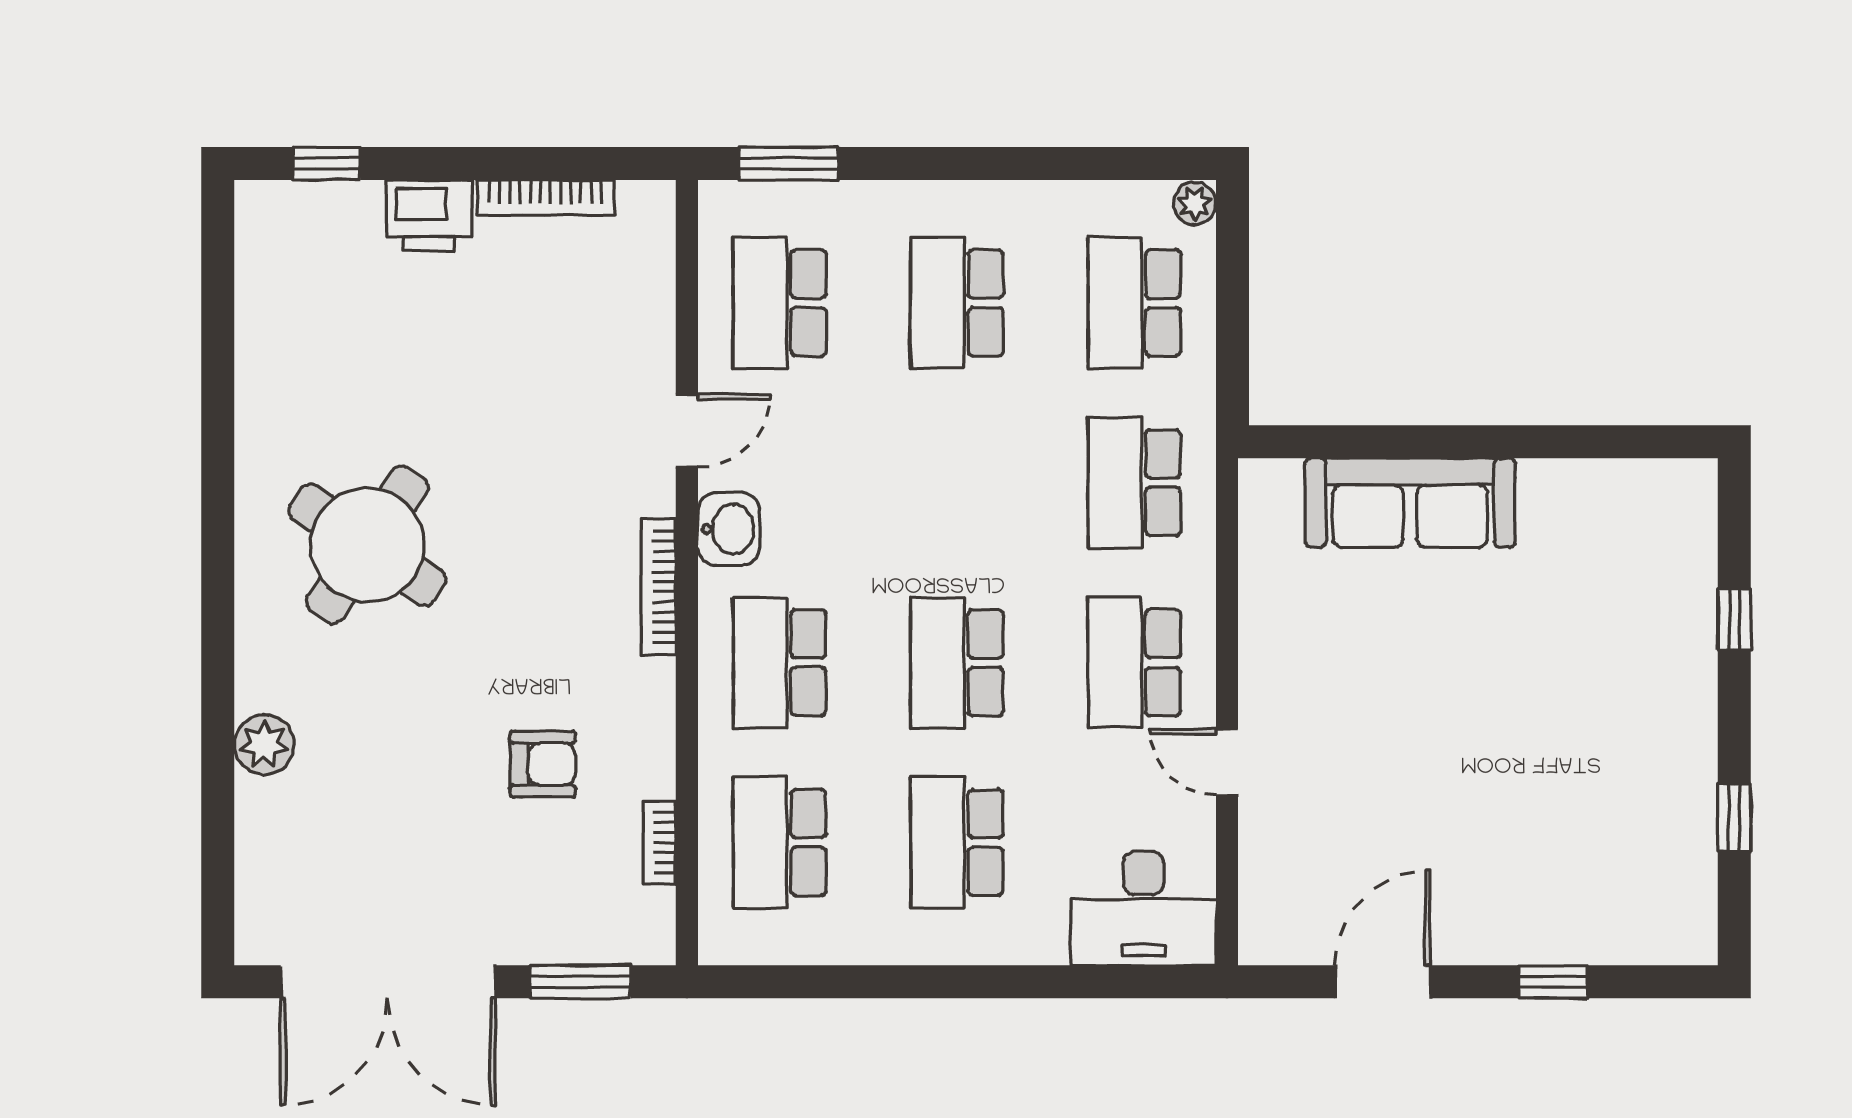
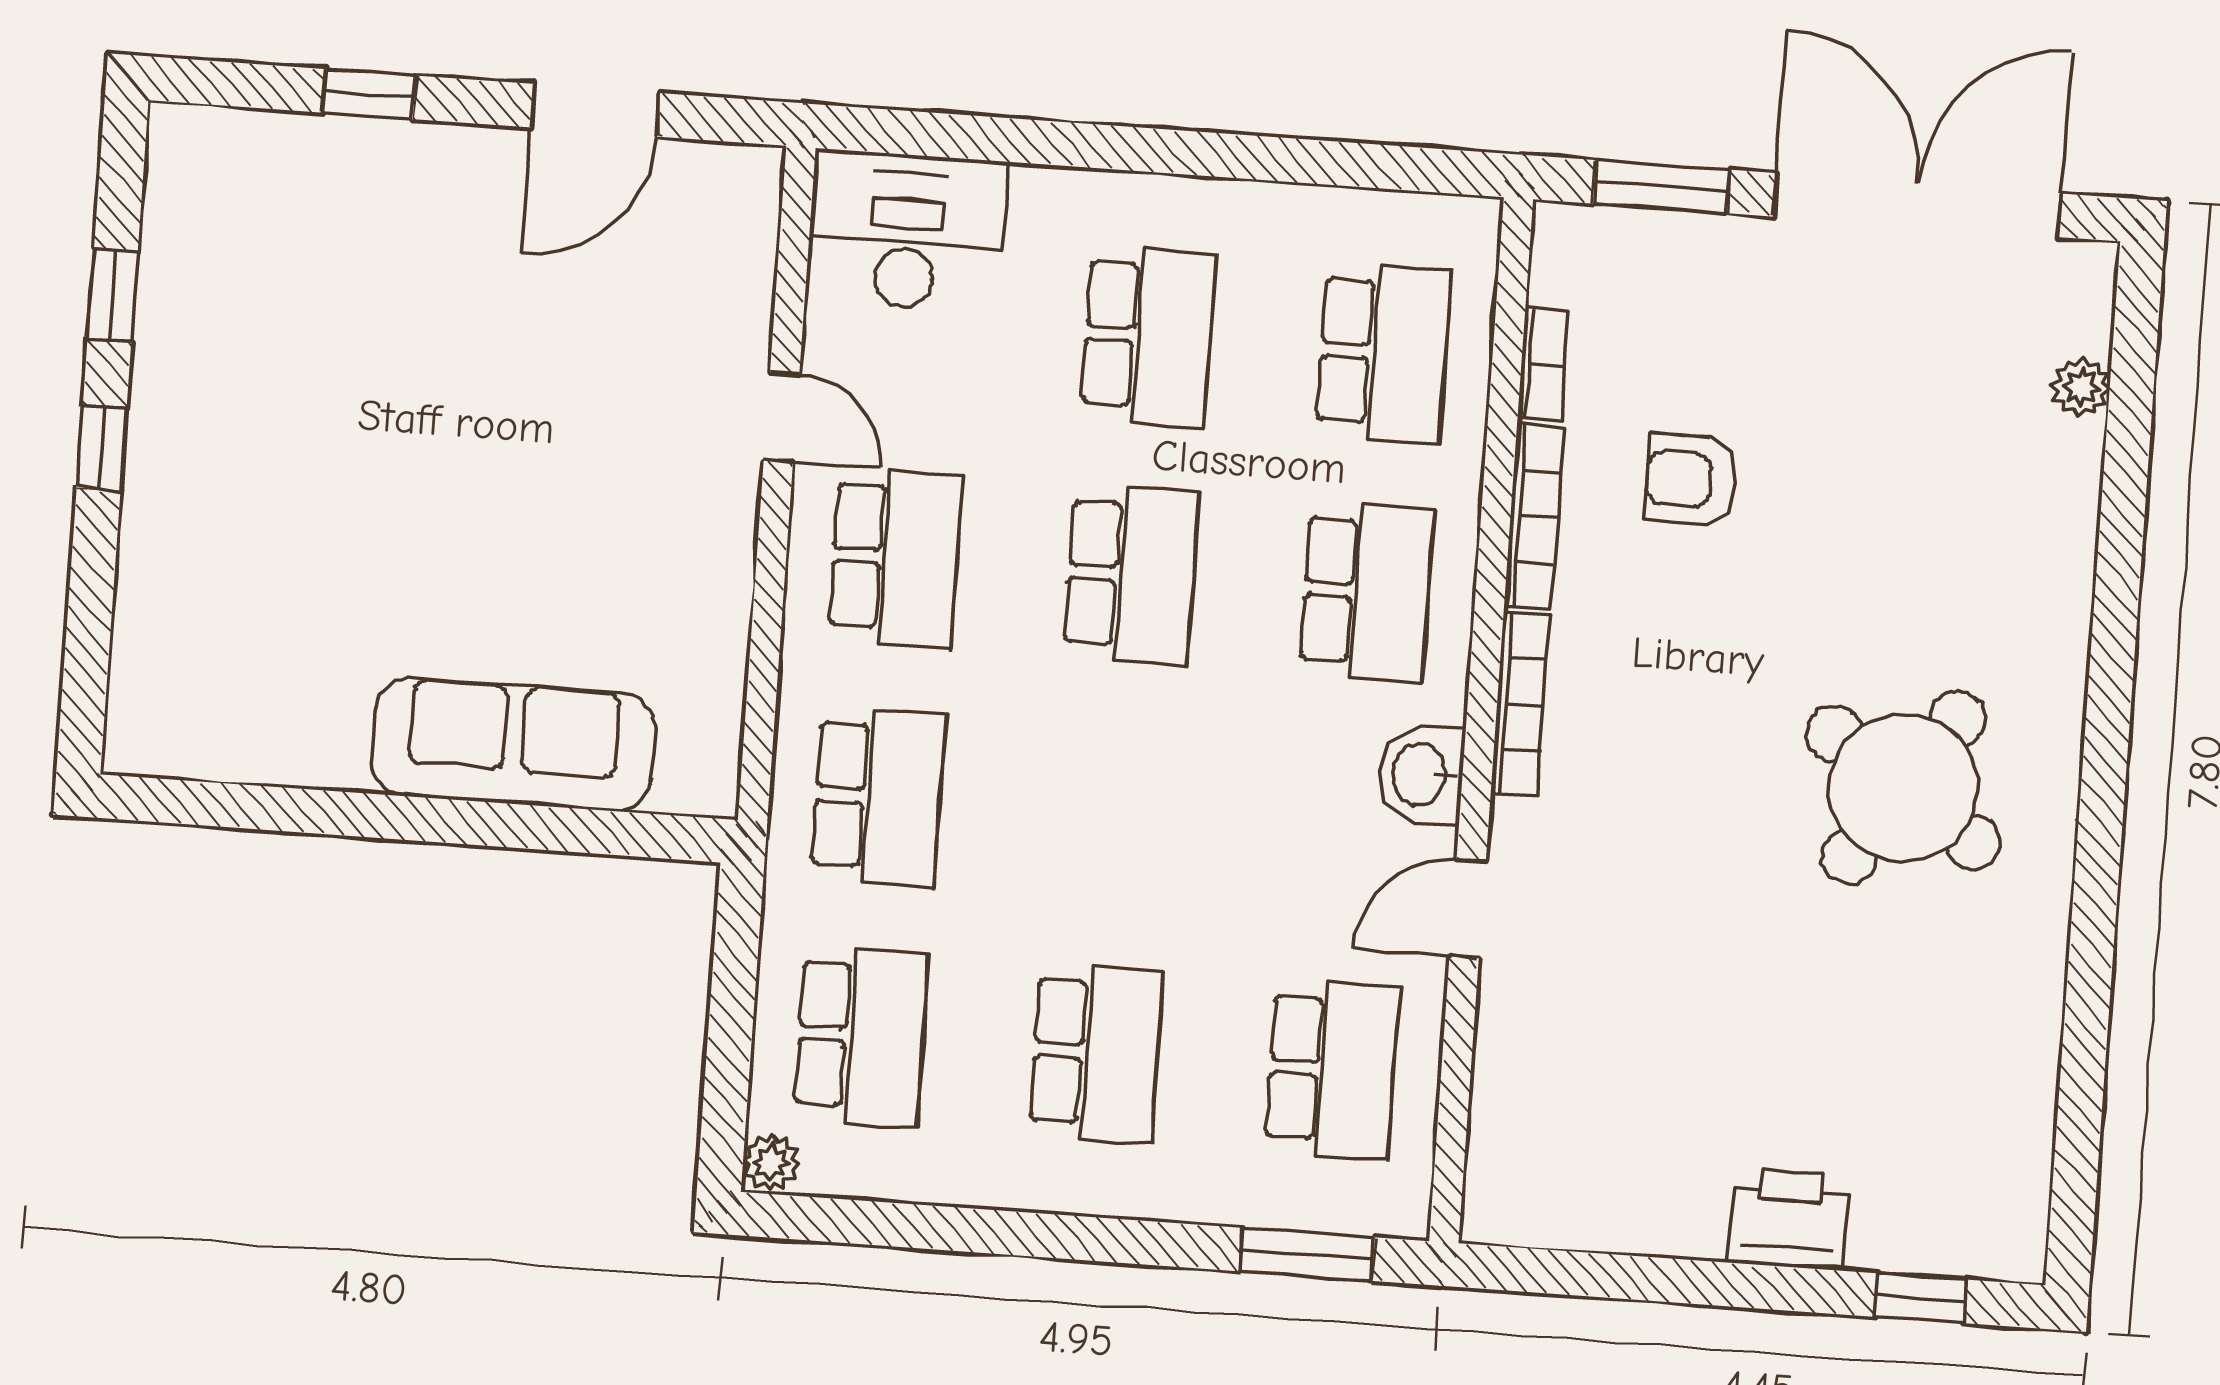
bookcase: (545, 197) -> (1534, 516), moved, turned 90
window: (1734, 619) -> (102, 448), moved
plant: (264, 745) -> (2081, 387), moved, width x0.73, depth x0.73

